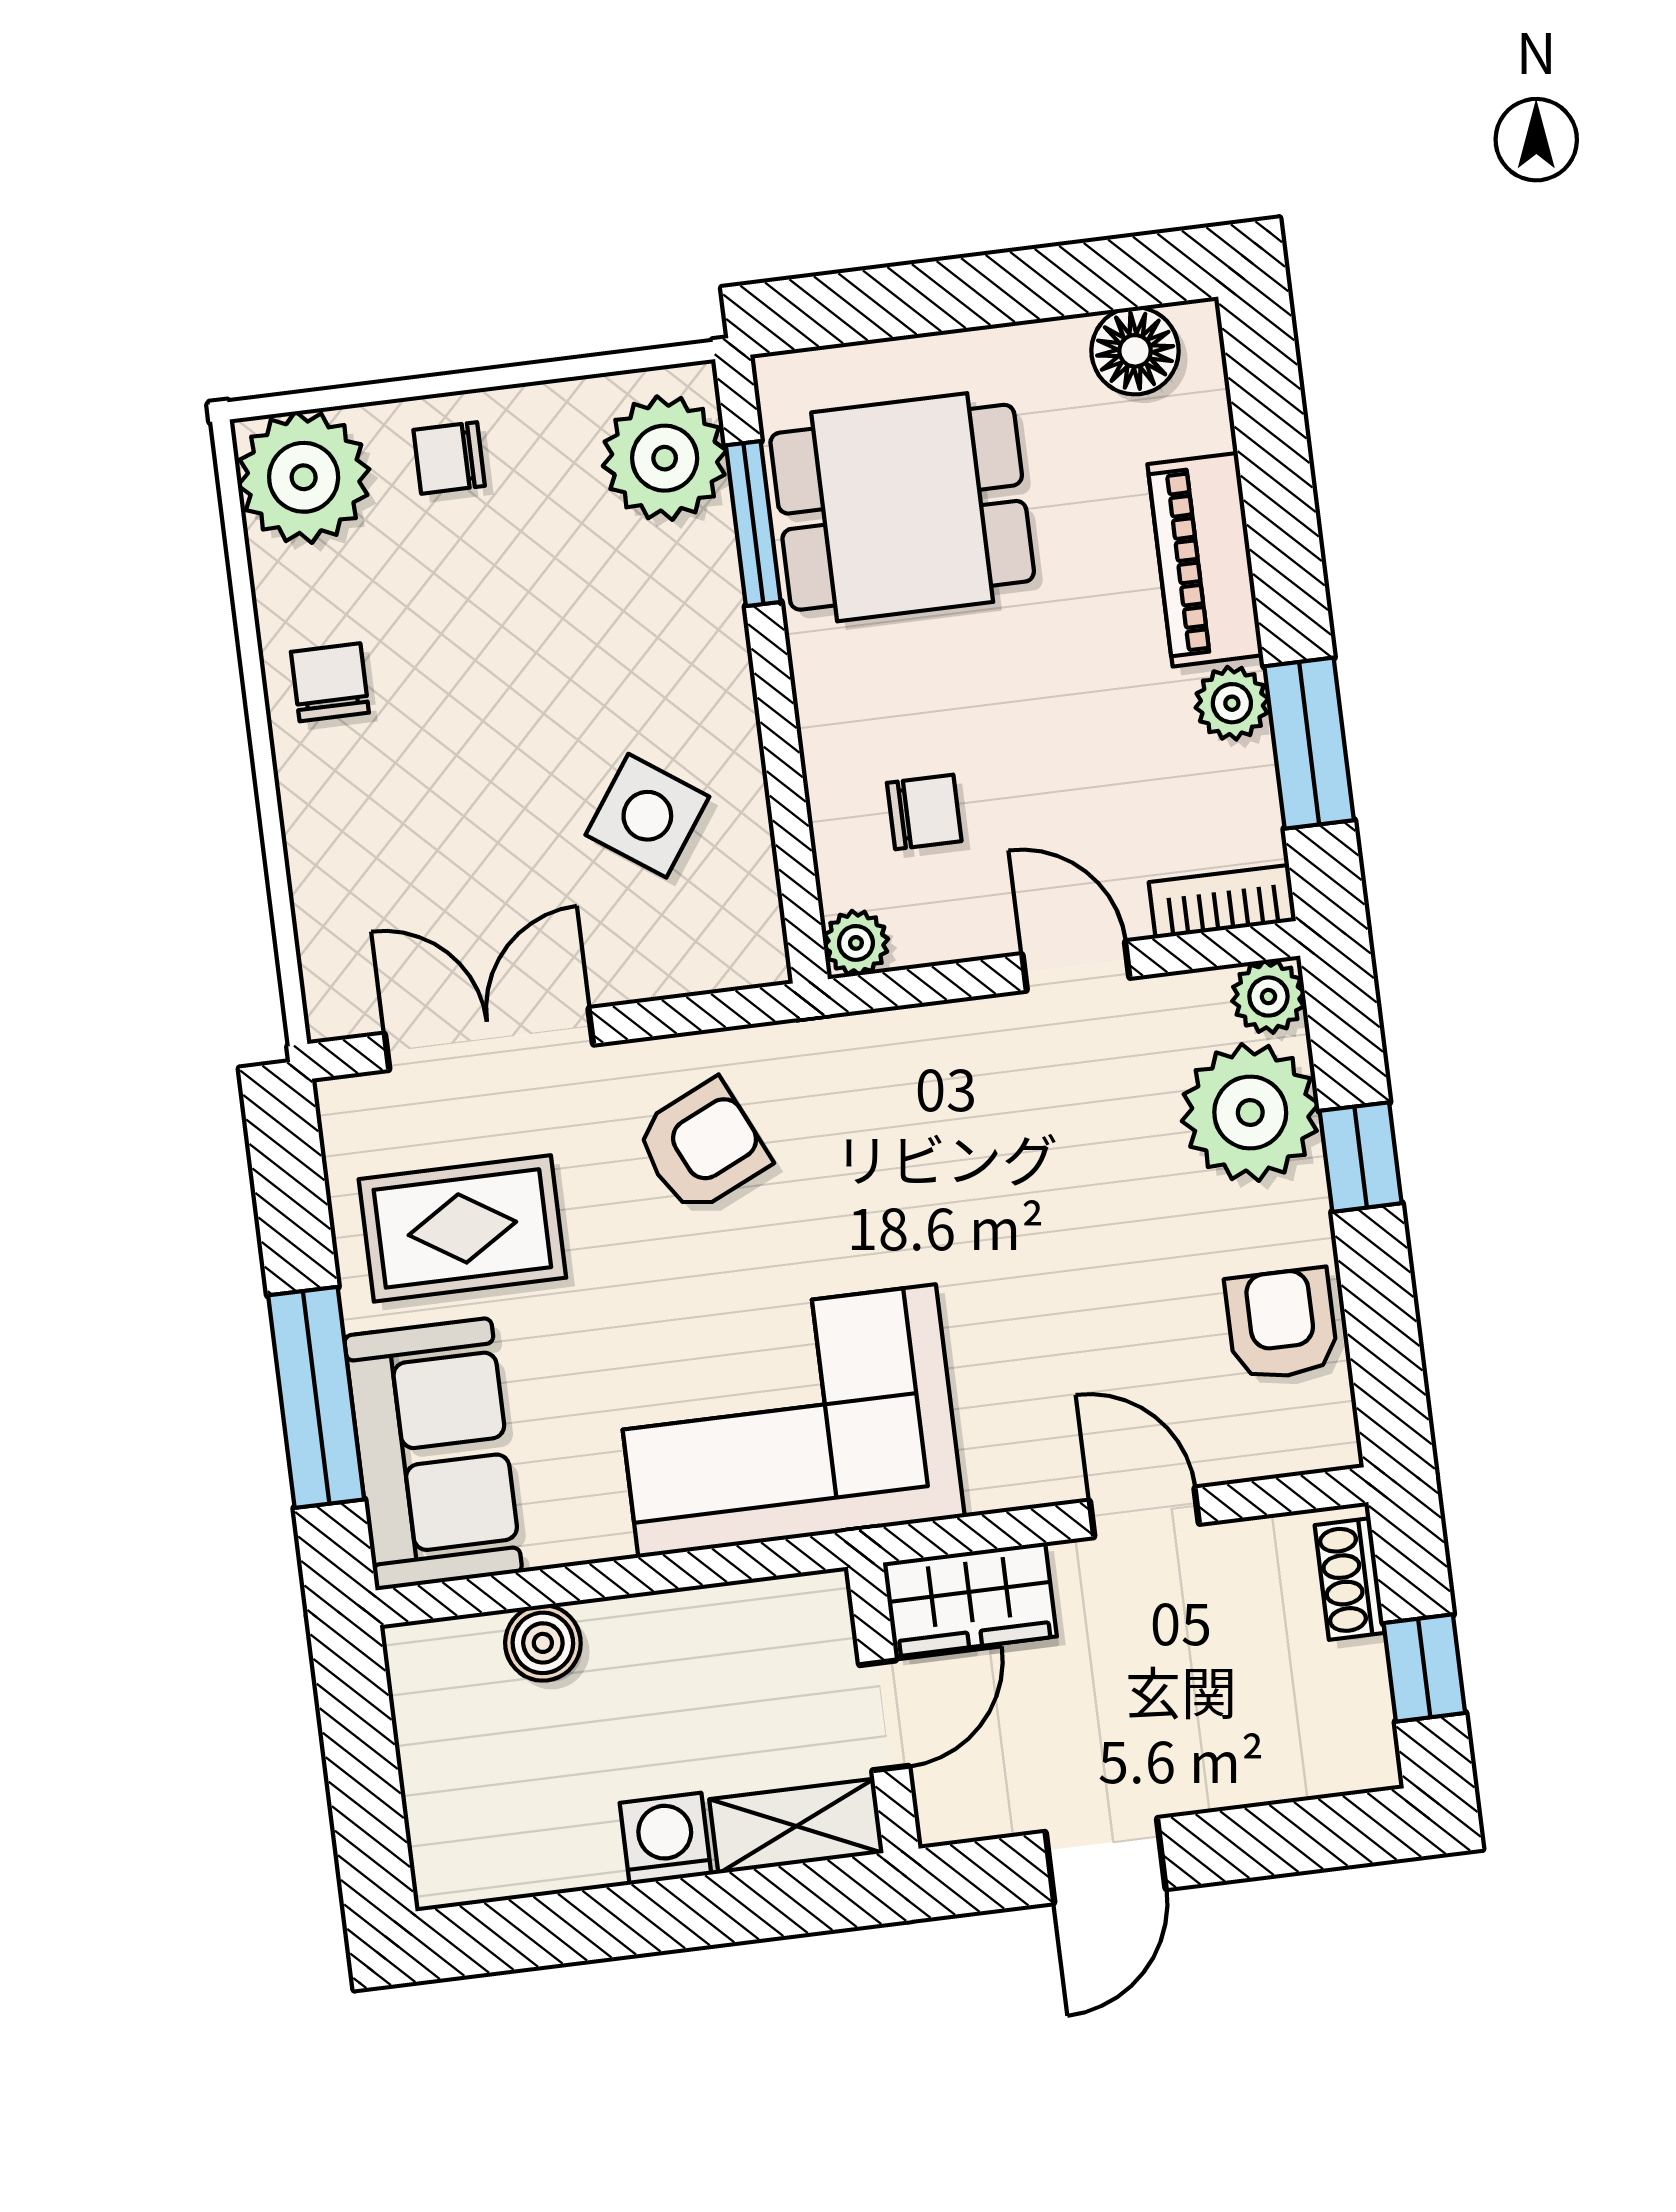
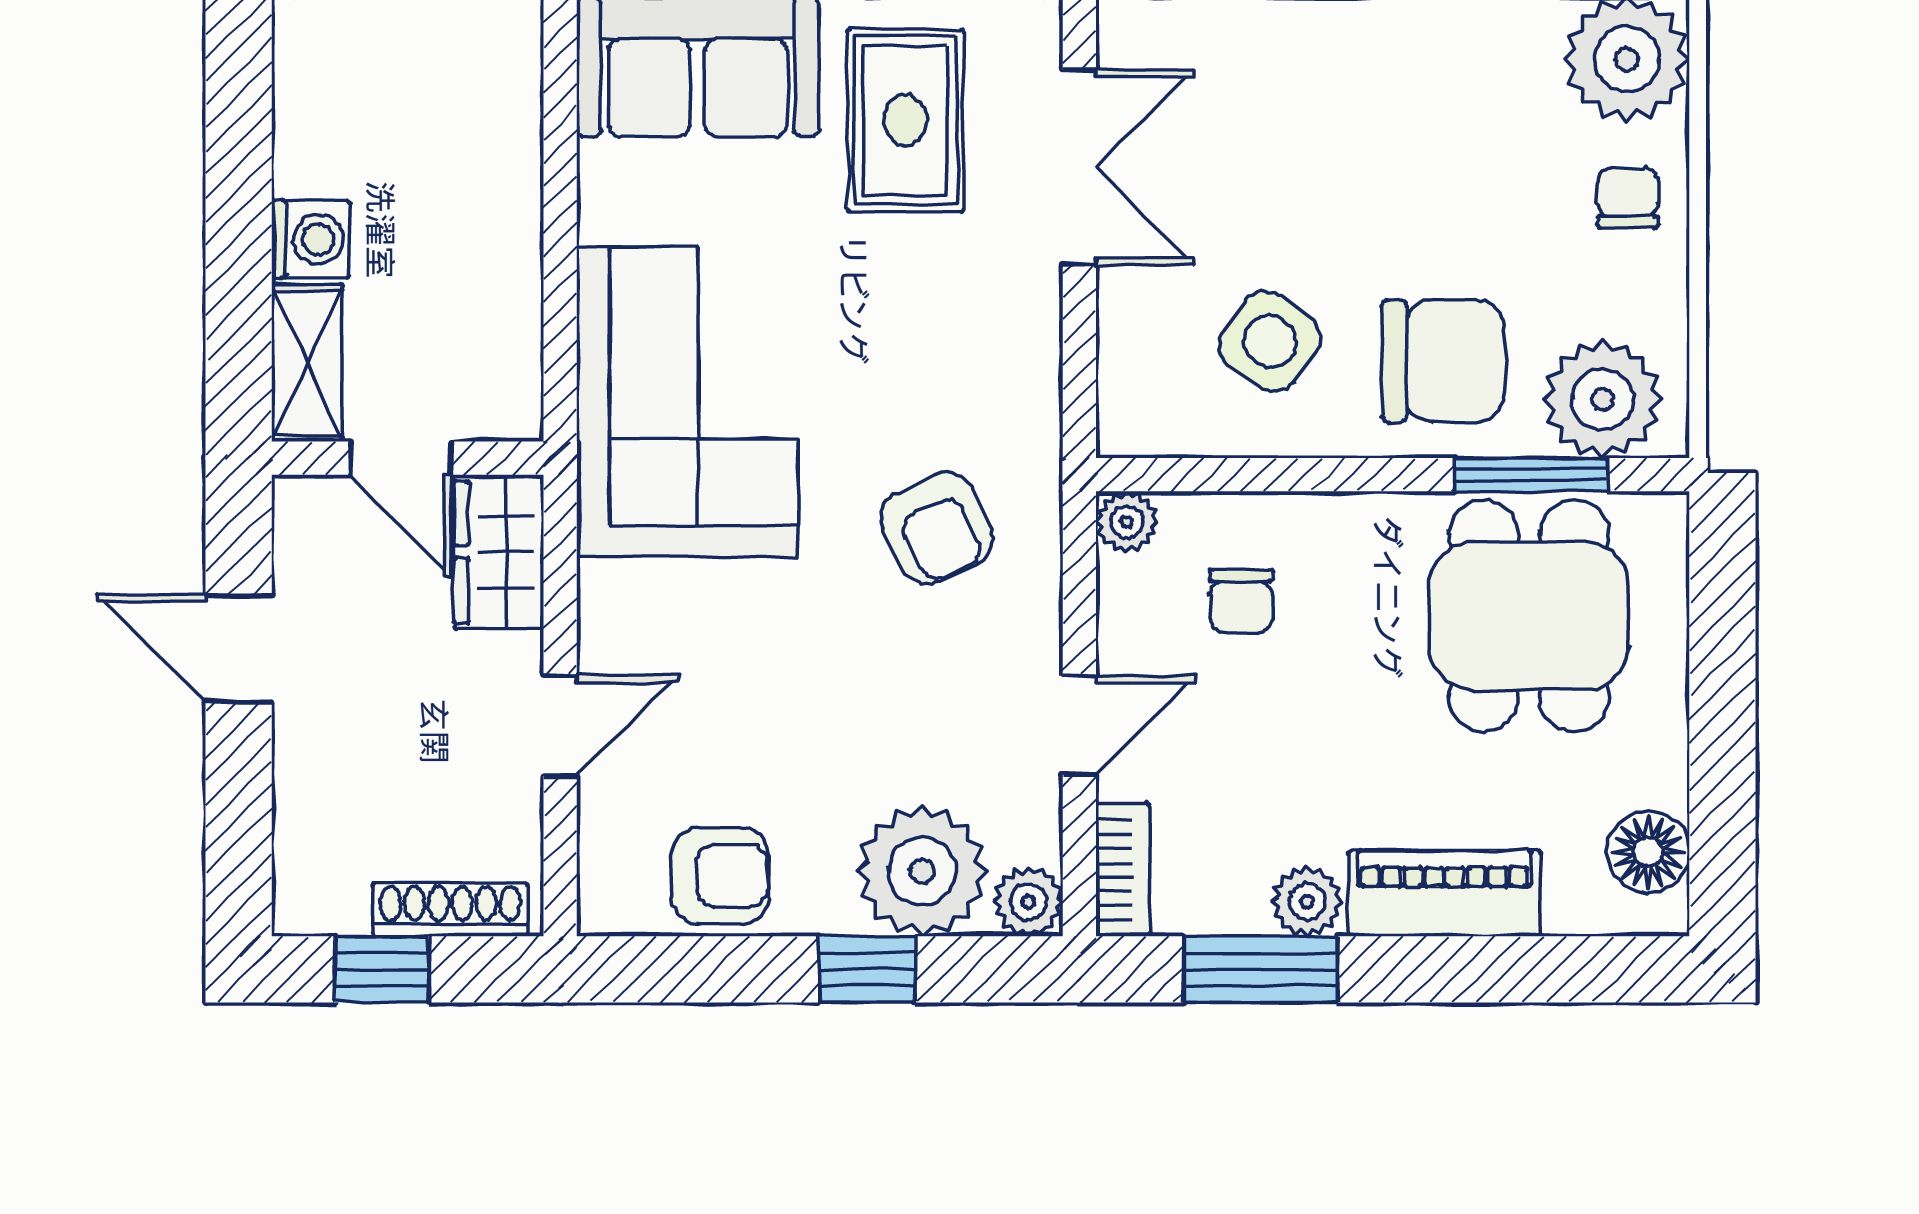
chair: (330, 682) -> (1443, 361), moved, width x1.87, depth x1.87
armchair: (702, 1147) -> (937, 528), moved
shoe rack: (1350, 1579) -> (450, 910), width x1.43
boiler: (543, 1643) -> (508, 147), removed

